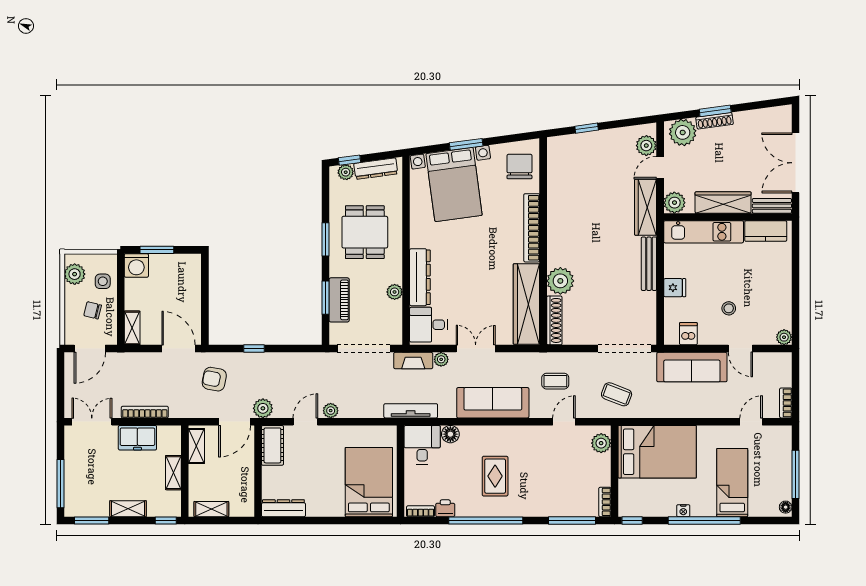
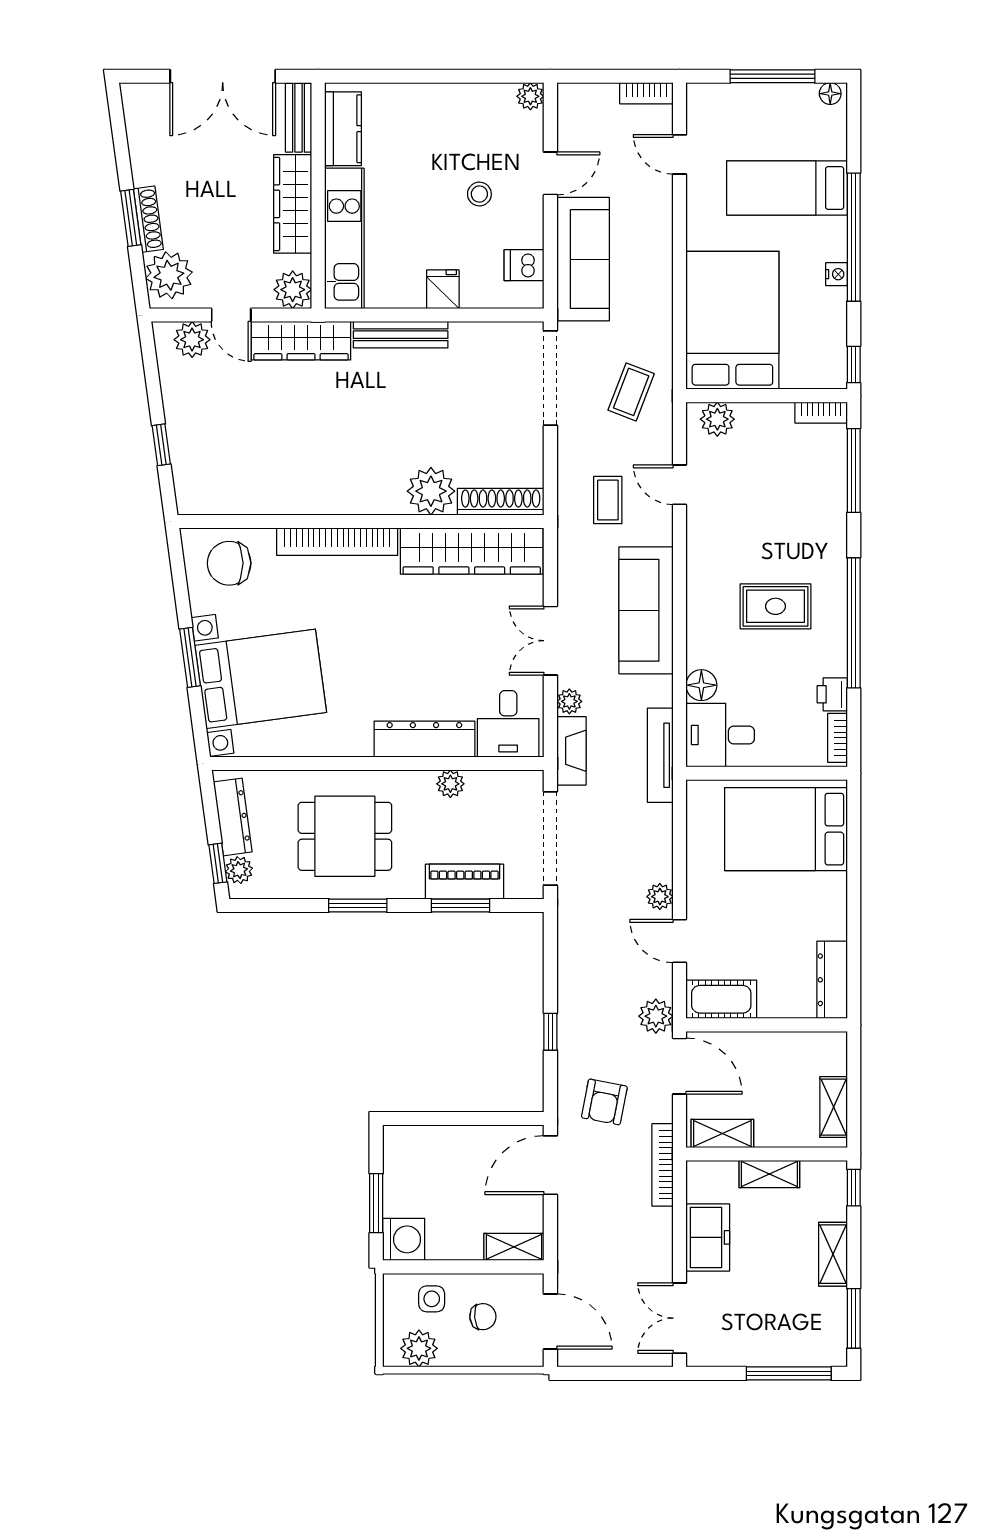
chair: (93, 310) -> (483, 1317), turned -109
bookcase: (145, 412) -> (662, 1165), moved

